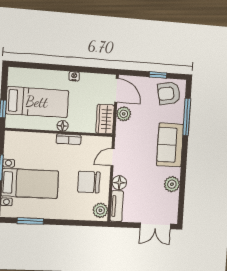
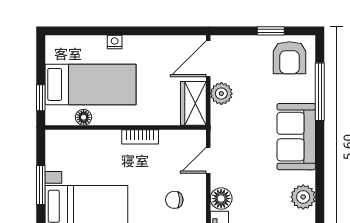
nightstand: (74, 76) -> (115, 42), moved
door: (116, 90) -> (208, 59), swing flipped
armchair: (169, 93) -> (289, 58), turned -79
floor lamp: (63, 126) -> (84, 117), moved
chair: (89, 182) -> (174, 200), width x0.54, depth x0.54

